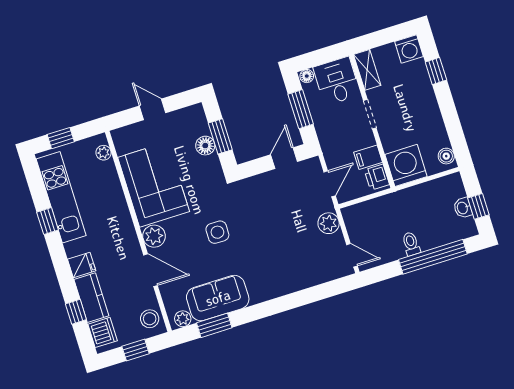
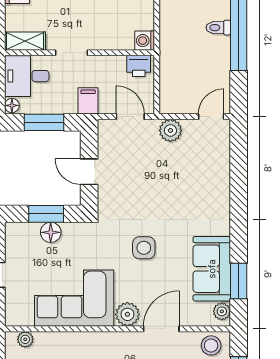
filing cabinet: (368, 157) -> (88, 101), moved, turned 180
door: (284, 158) -> (89, 172), moved
washing machine: (406, 165) -> (145, 41), width x0.53, depth x0.53
toilet: (411, 244) -> (218, 28), moved

